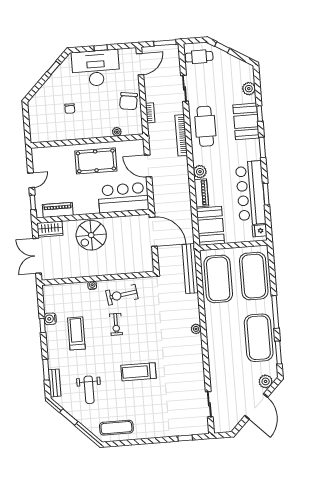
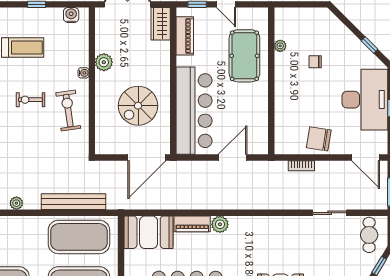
cafe table: (205, 126) -> (278, 236), removed
plant: (117, 132) -> (280, 46), moved
bookcase: (181, 135) -> (269, 204), removed
pool table: (96, 161) -> (244, 56), moved
bar counter: (123, 198) -> (194, 111), width x1.36
spiral stairs: (91, 235) -> (138, 106), moved, turned -90
bench: (190, 269) -> (73, 202), moved
plant: (83, 270) -> (104, 62), added
water cooler: (50, 319) -> (71, 15), moved

